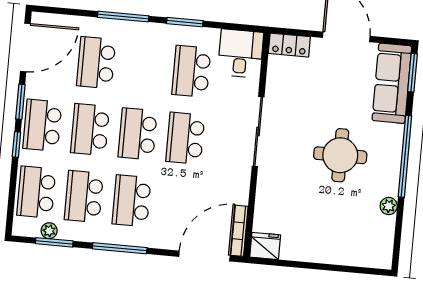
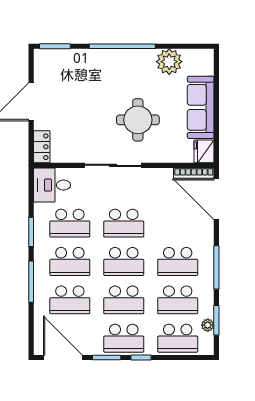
school desk: (144, 67) -> (70, 261), added
sofa: (392, 83) -> (201, 107), moved, turned 90
round table: (340, 155) -> (138, 120), moved
plant: (389, 206) -> (169, 62), width x1.88, depth x1.88

